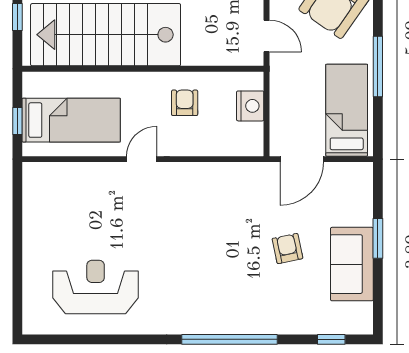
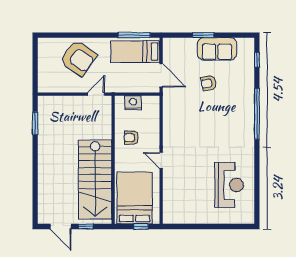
window: (378, 66) -> (134, 35), moved
bed: (71, 120) -> (135, 198), width x1.50
reception desk: (96, 287) -> (229, 185), turned 180

